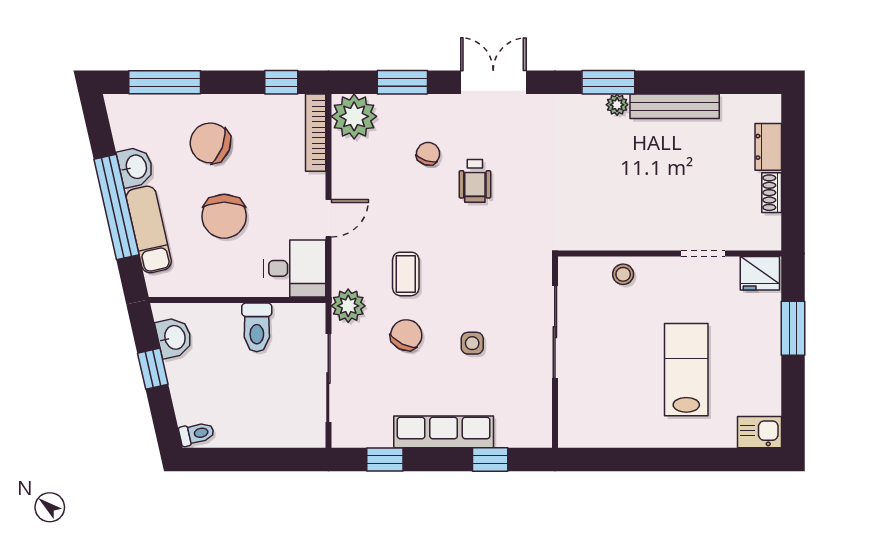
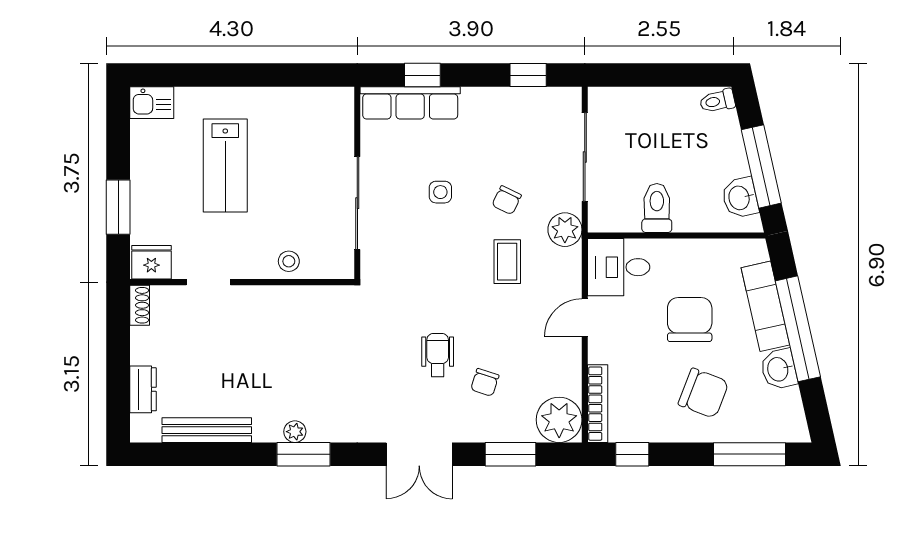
bench: (675, 106) -> (207, 430), moved
shoe rack: (772, 193) -> (140, 305), moved
chair: (406, 335) -> (507, 200), width x0.73, depth x0.73
window: (153, 369) -> (761, 166), width x2.17
row of seats: (444, 432) -> (410, 103), moved

